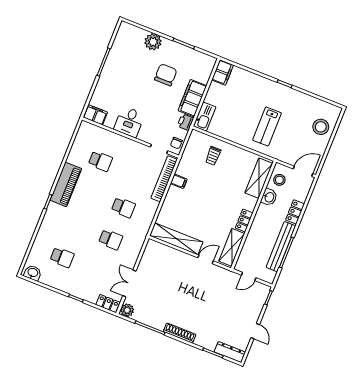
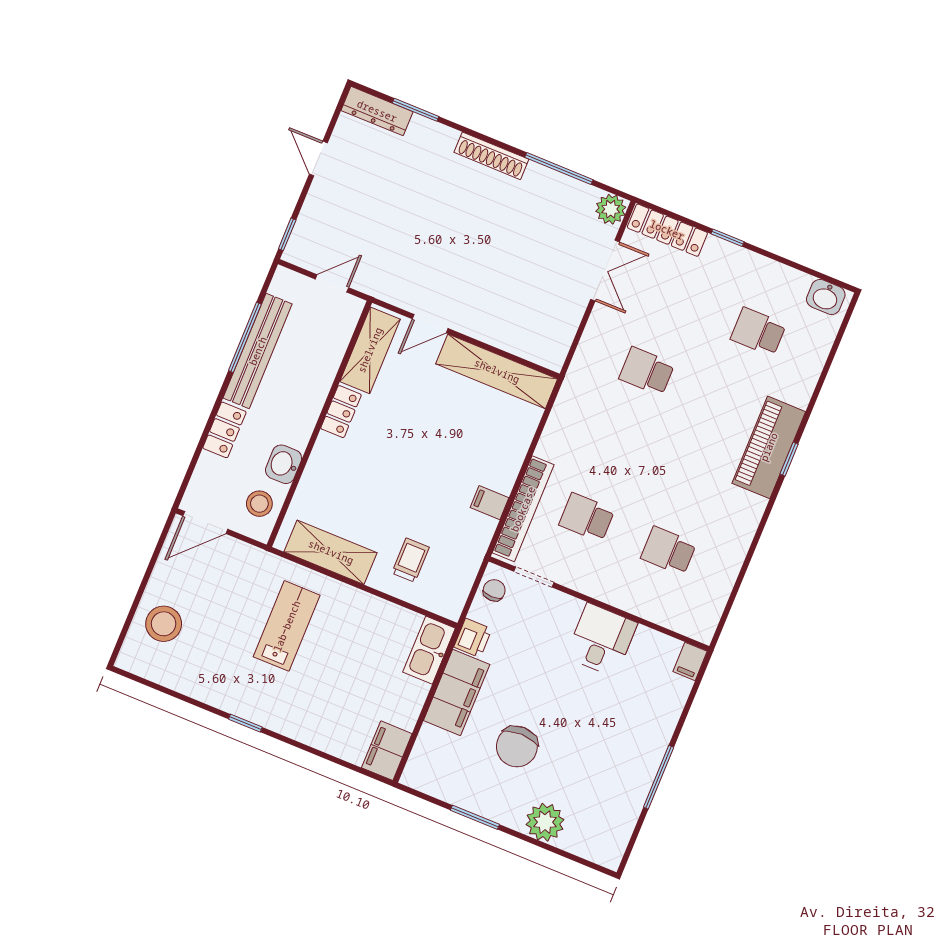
filing cabinet: (95, 115) -> (690, 661), width x0.50
shelving: (259, 178) -> (331, 552), moved, turned 90
piano: (66, 184) -> (769, 447), moved
school desk: (123, 207) -> (587, 517), moved
locker: (108, 304) -> (667, 230), width x1.53

